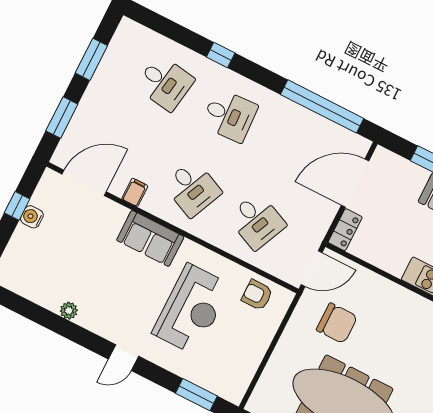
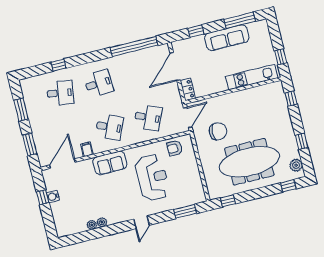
window: (221, 55) -> (58, 65), moved
plant: (52, 302) -> (92, 225), added

